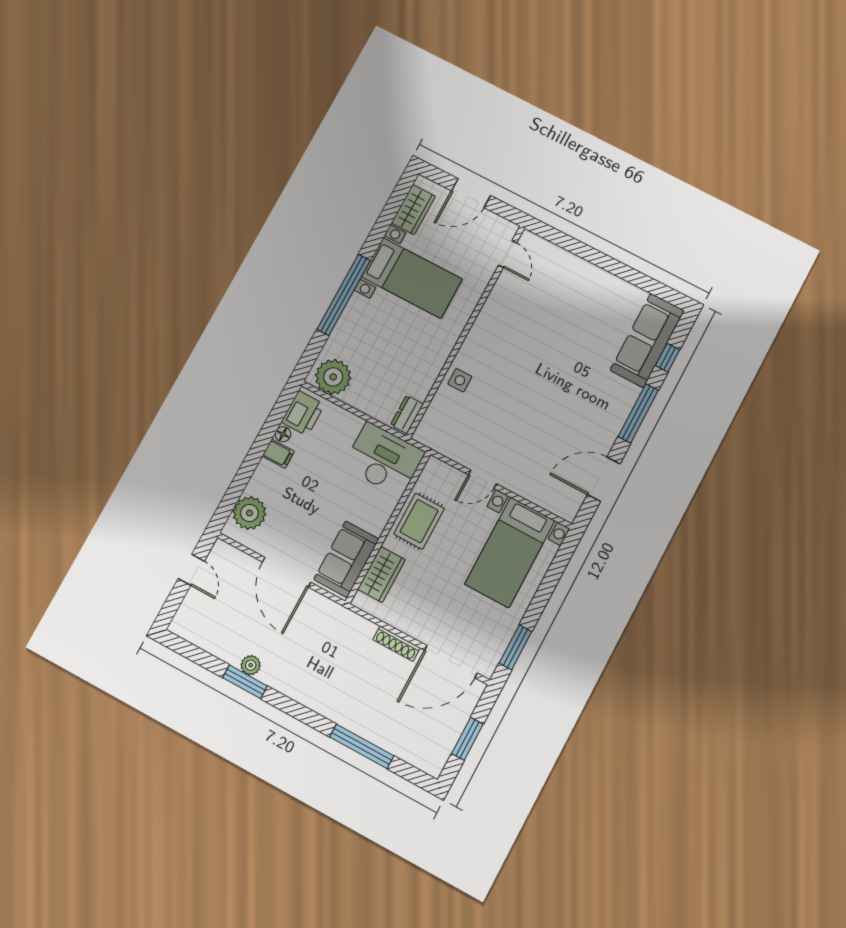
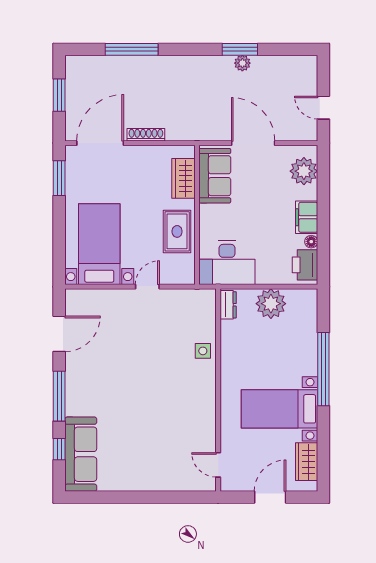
plant: (333, 377) -> (271, 304), moved
filing cabinet: (278, 454) -> (307, 217), width x2.00

